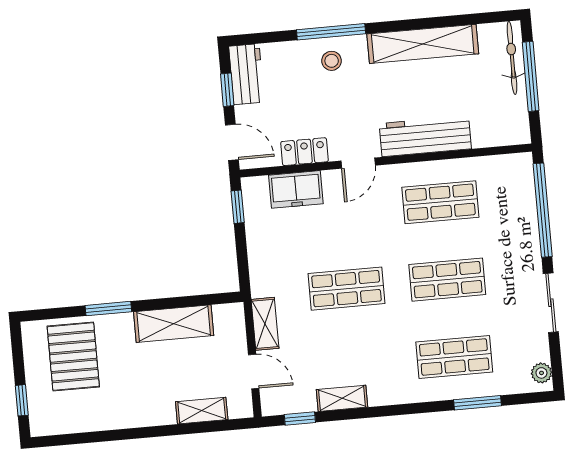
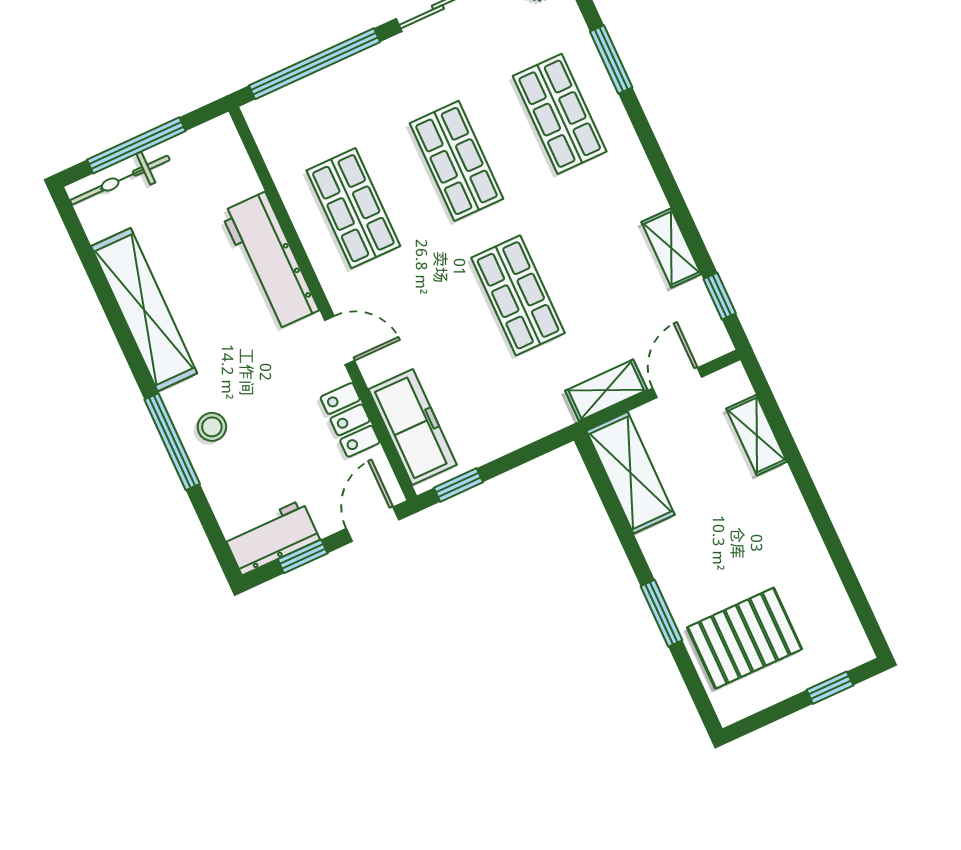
freezer: (296, 189) -> (413, 427), width x1.40
shelving: (174, 324) -> (631, 473), moved

